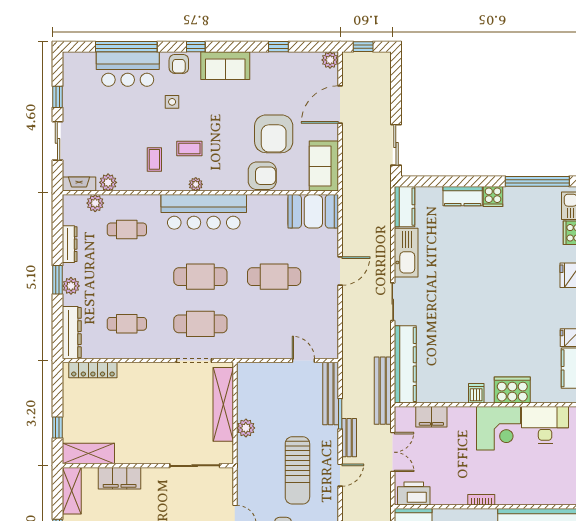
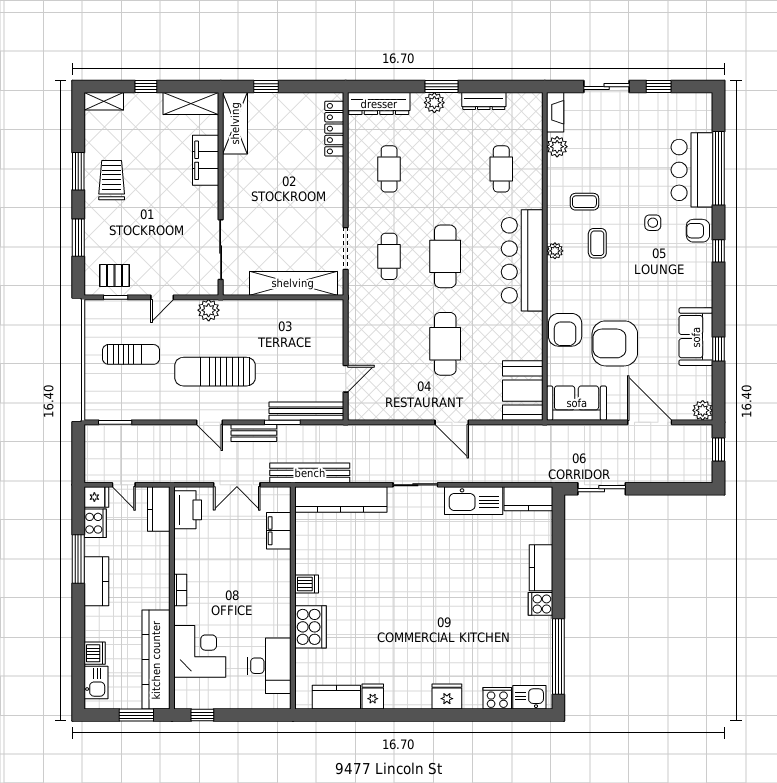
sofa: (225, 66) -> (696, 337), moved
plant: (95, 203) -> (532, 131), removed
cafe table: (200, 324) -> (389, 256), width x0.73, depth x0.74
plant: (246, 428) -> (209, 310), moved
corner desk: (498, 428) -> (200, 651), moved, turned 180

